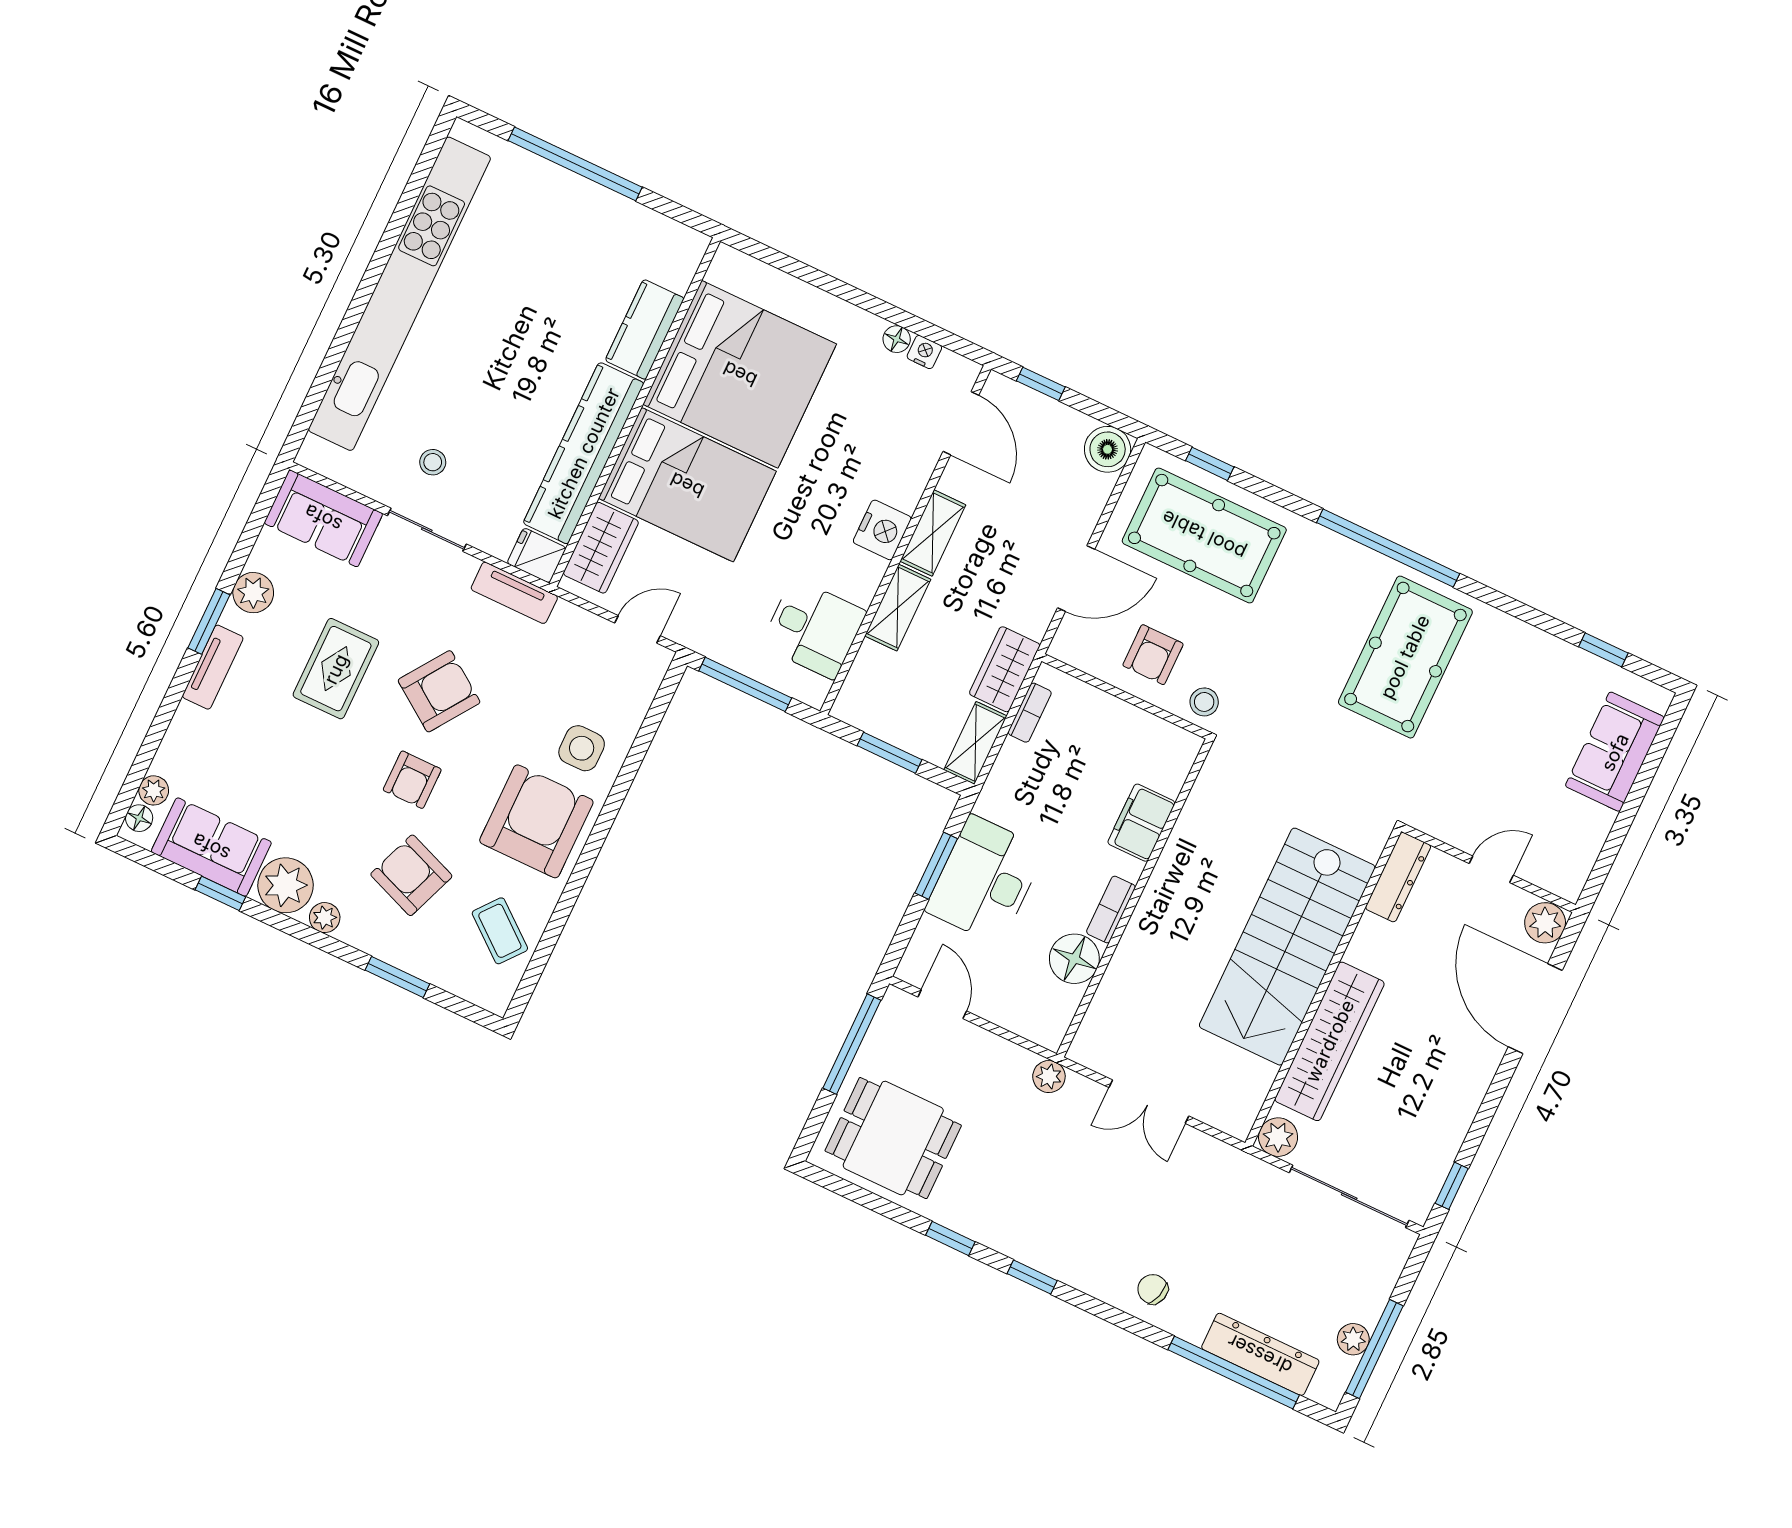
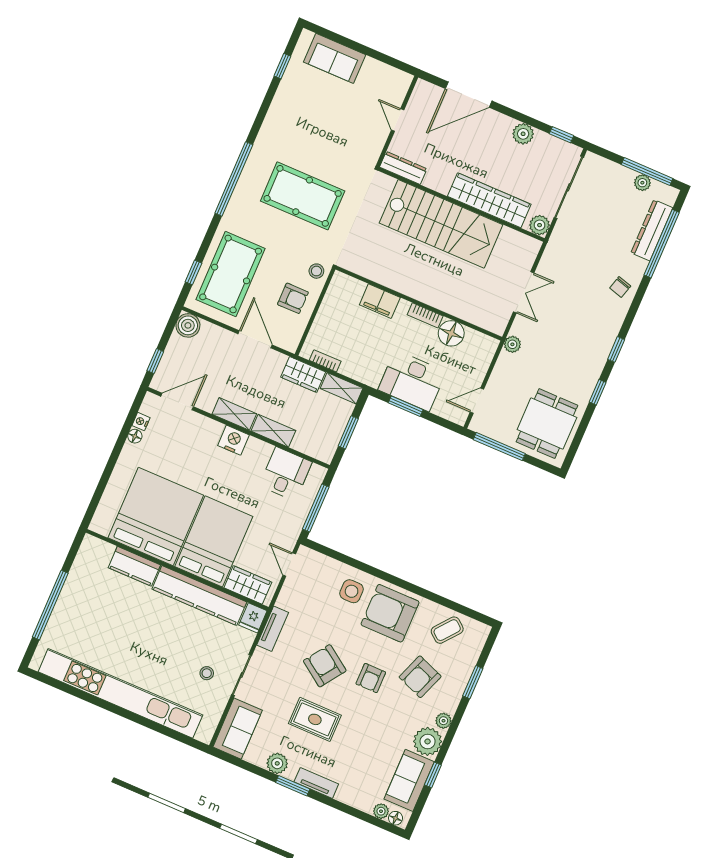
pool table: (1405, 657) -> (303, 196), moved
armchair: (412, 780) -> (371, 678), turned 90
plant: (1545, 923) -> (523, 134), moved

